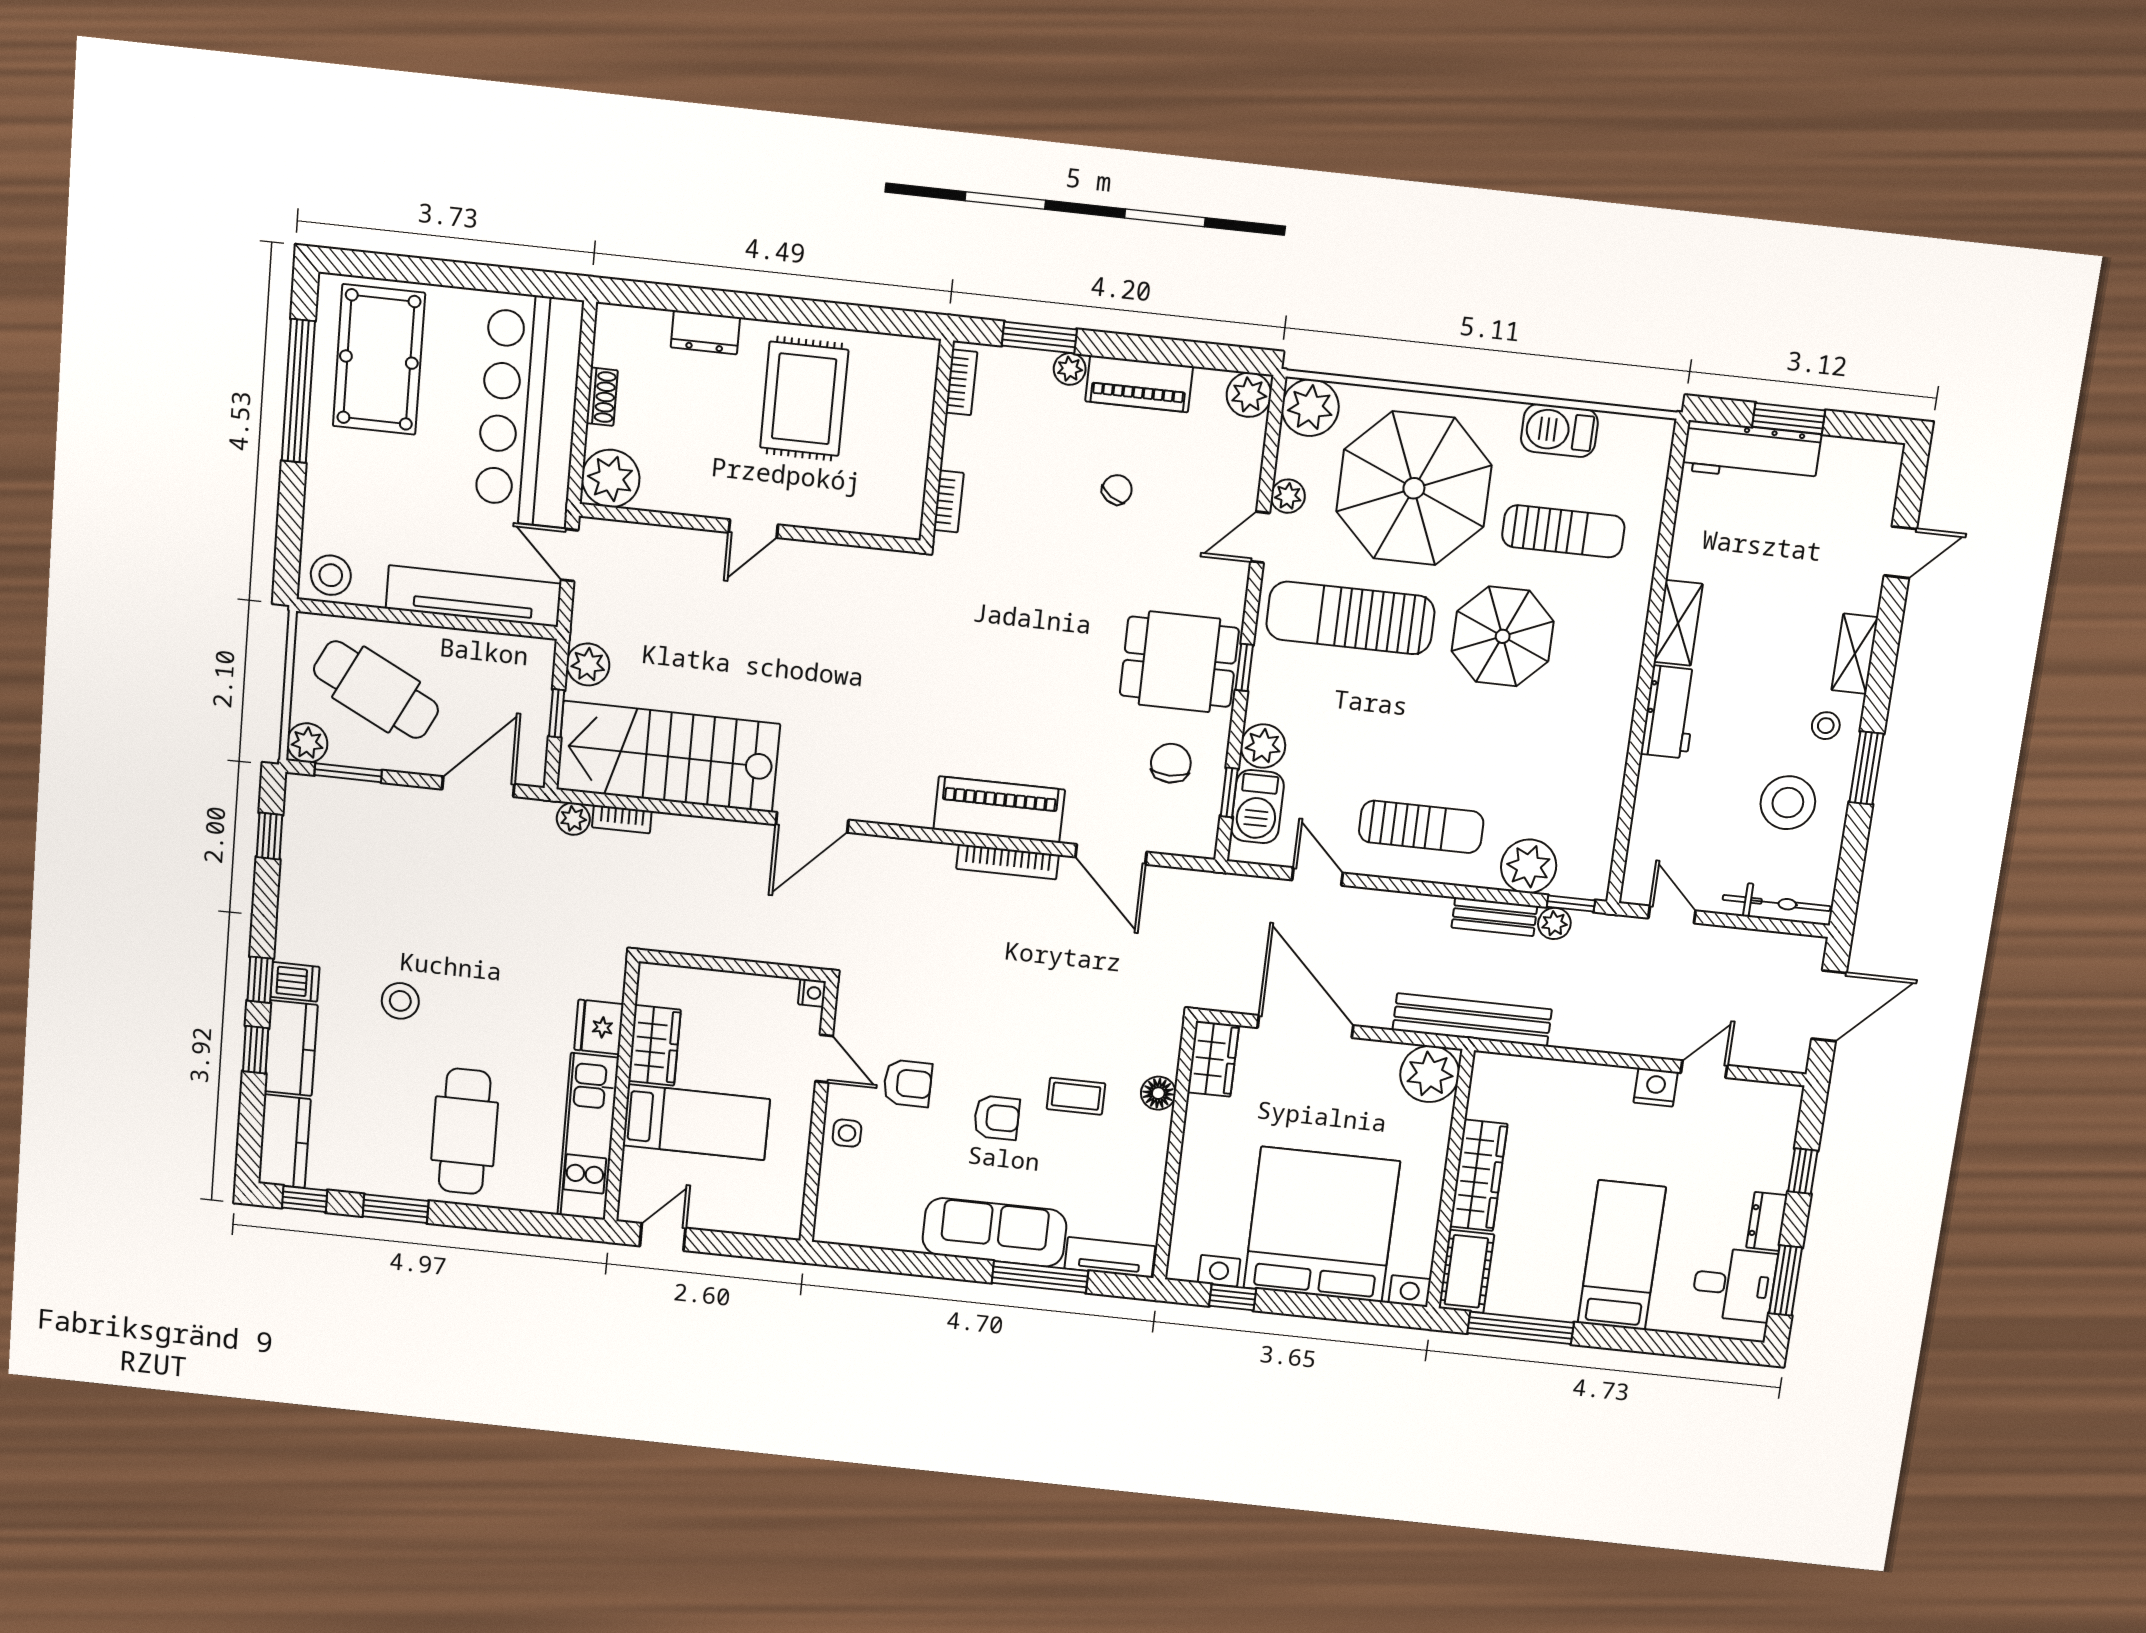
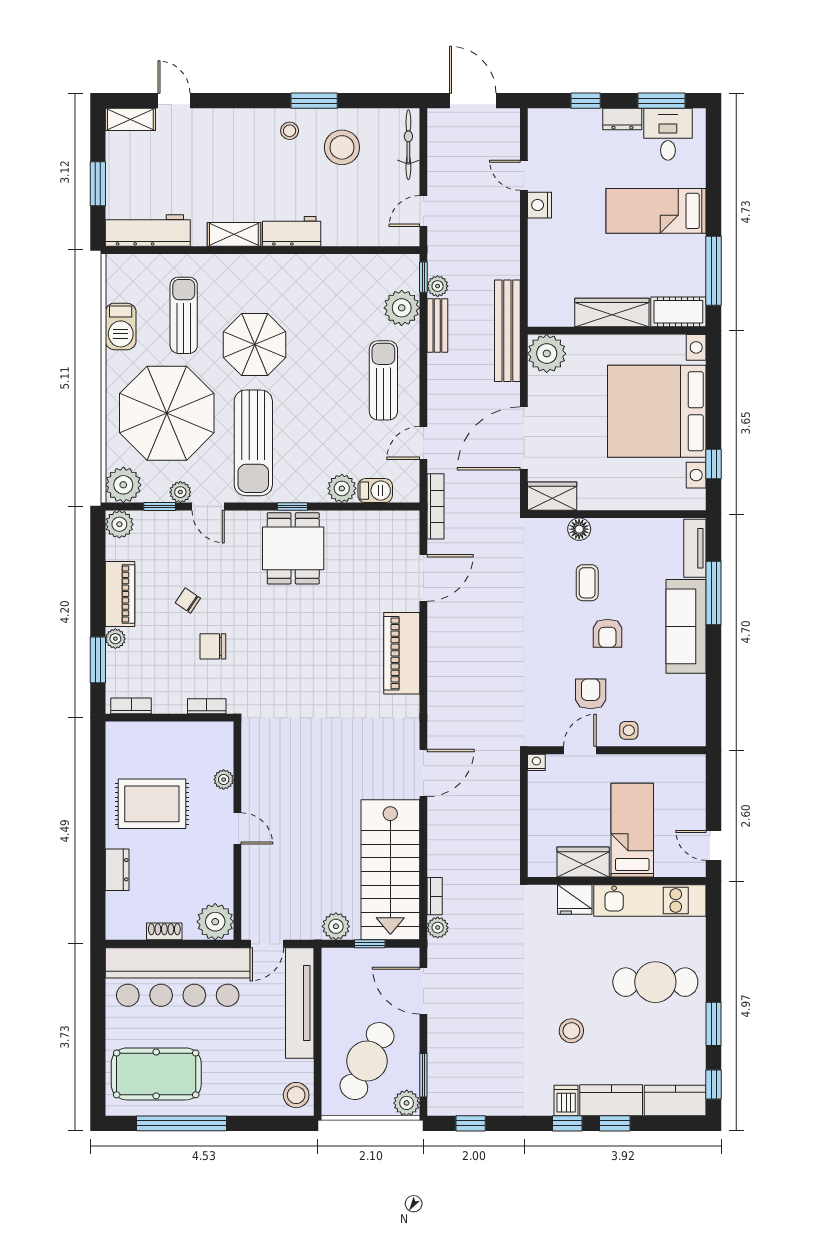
workbench: (1751, 452) -> (148, 230), moved, turned -90
plant: (831, 516) -> (224, 780), added
shelving: (1855, 654) -> (130, 119), moved
chair: (1171, 763) -> (213, 646), moved
window: (1229, 792) -> (160, 506), moved
barbecue: (1257, 807) -> (375, 491), width x0.73, depth x0.79
door: (812, 822) -> (423, 773), hinge flipped
bookcase: (1008, 862) -> (435, 506), moved
armchair: (997, 1118) -> (607, 633), turned 180

